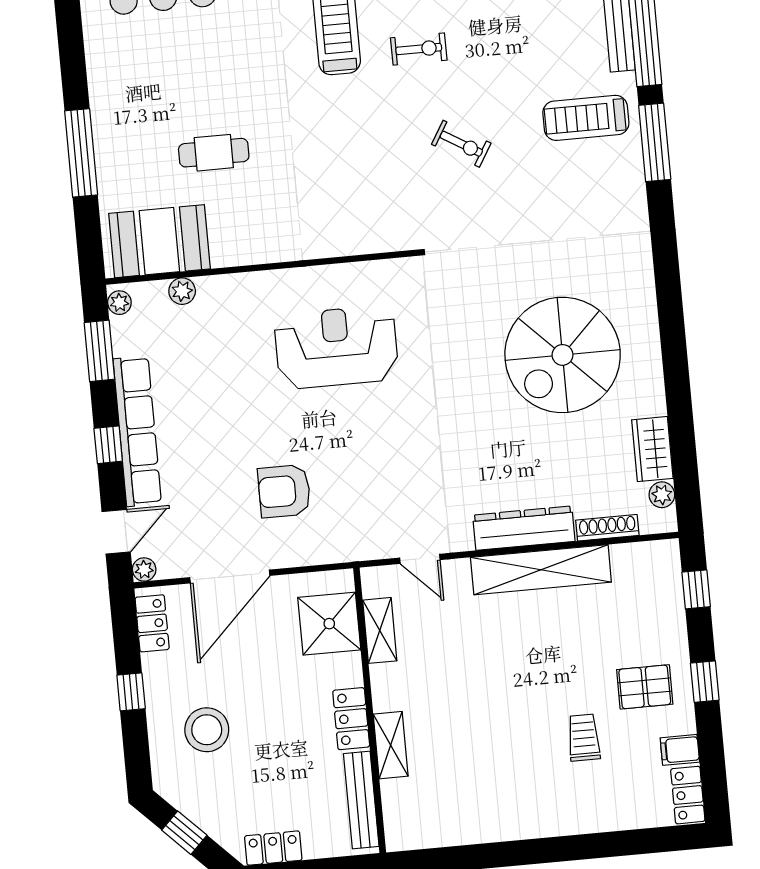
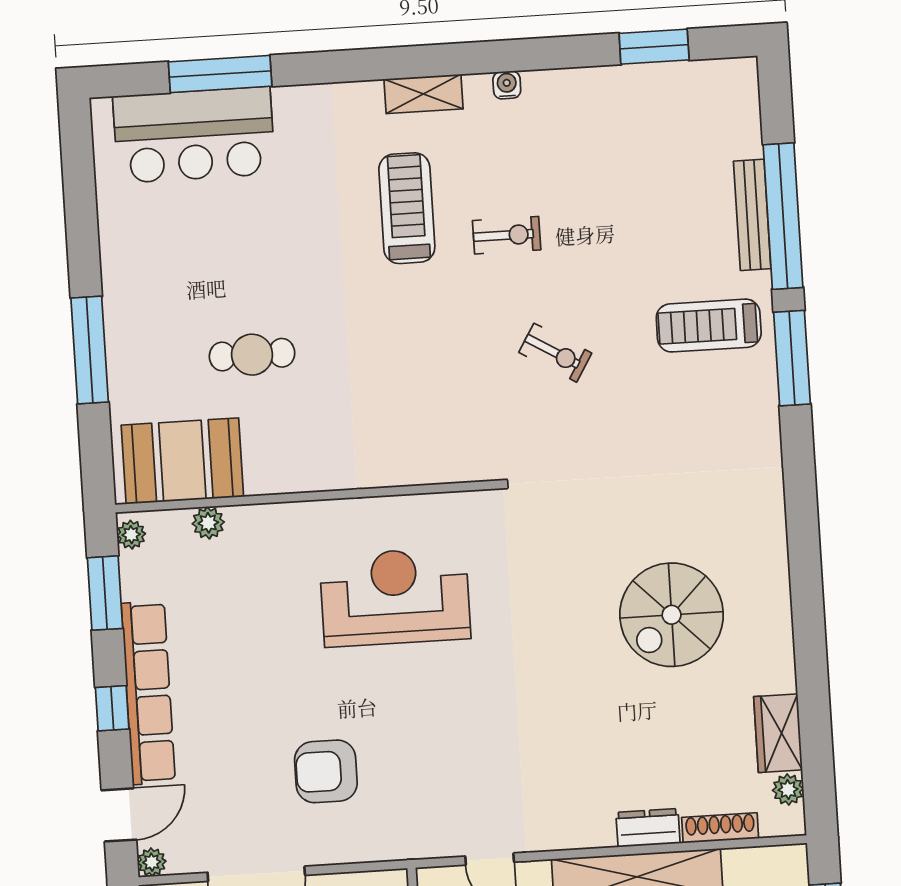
spiral stairs: (563, 355) -> (672, 615), width x0.73, depth x0.73
dresser: (524, 528) -> (648, 828), width x0.51, depth x0.80

